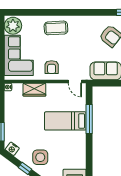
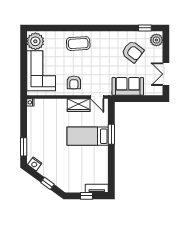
wardrobe: (34, 90) -> (79, 105), moved
window: (89, 119) -> (111, 134), width x0.69
side table: (40, 157) -> (63, 172), removed

